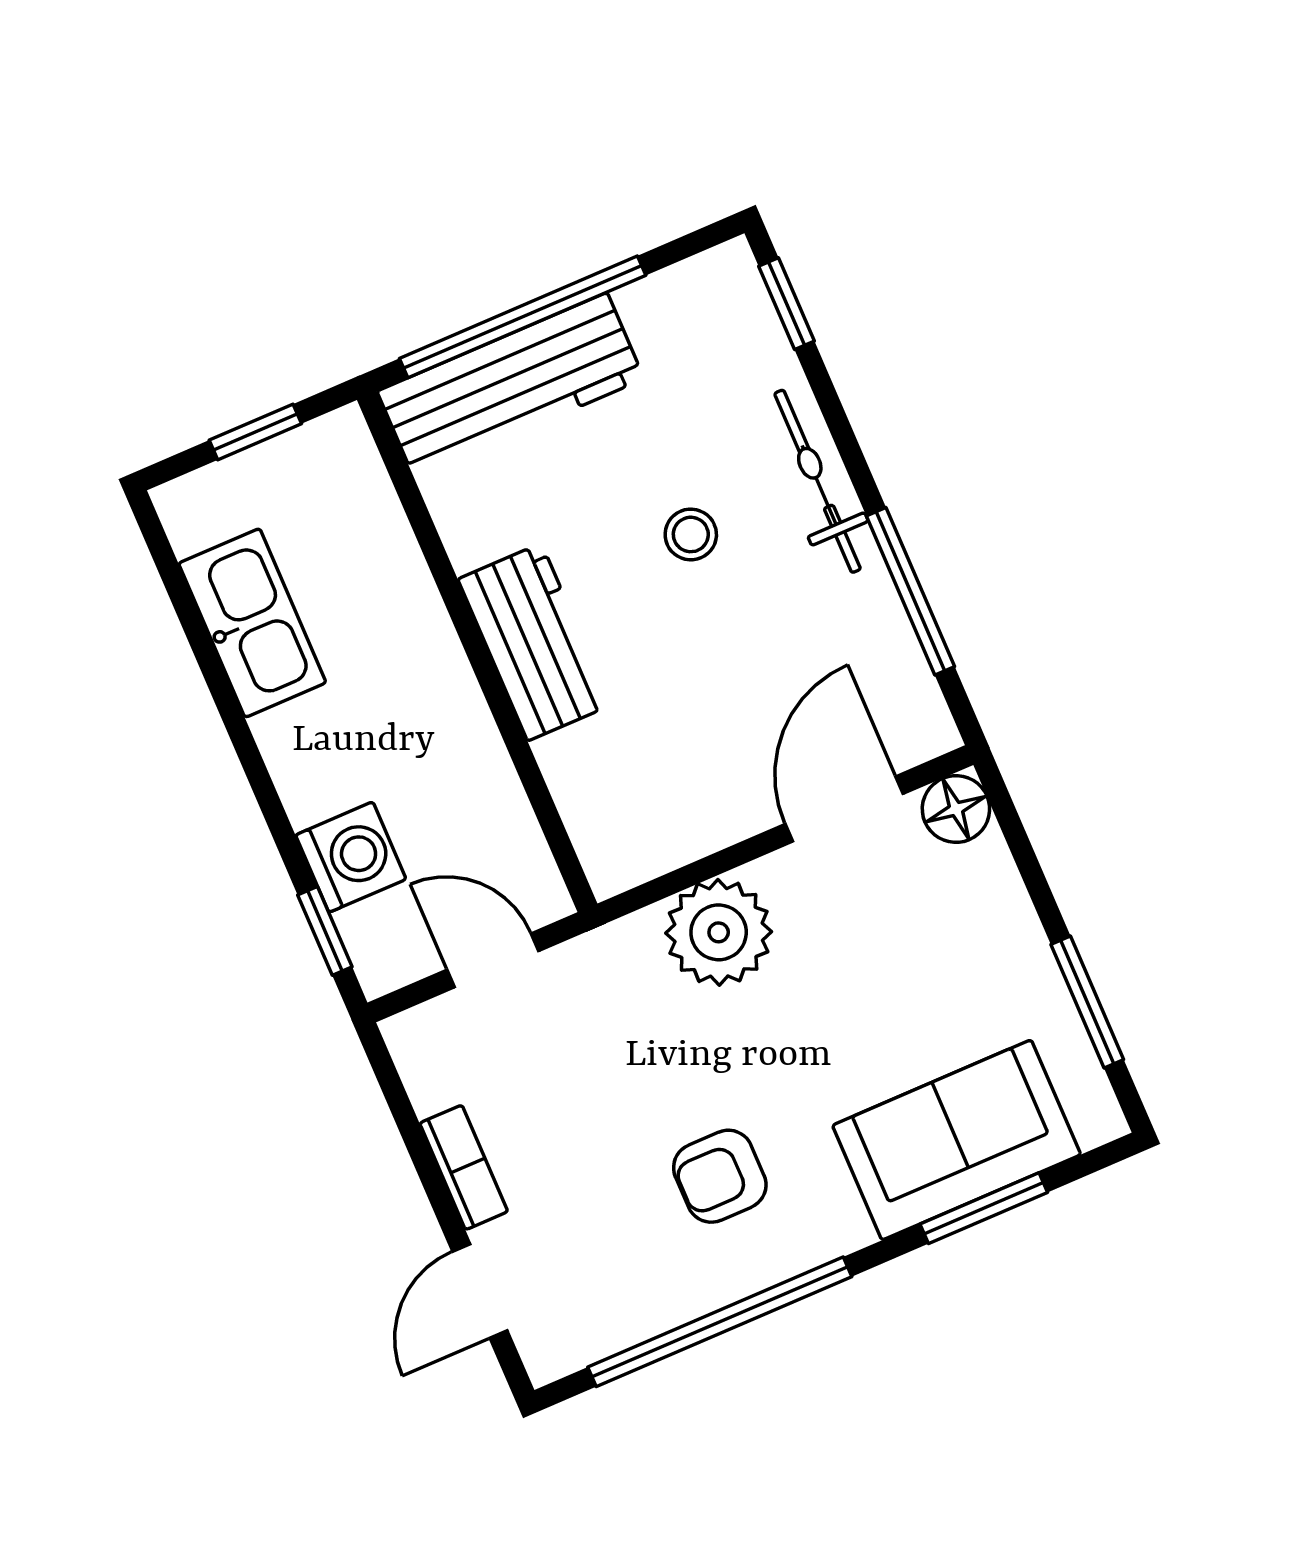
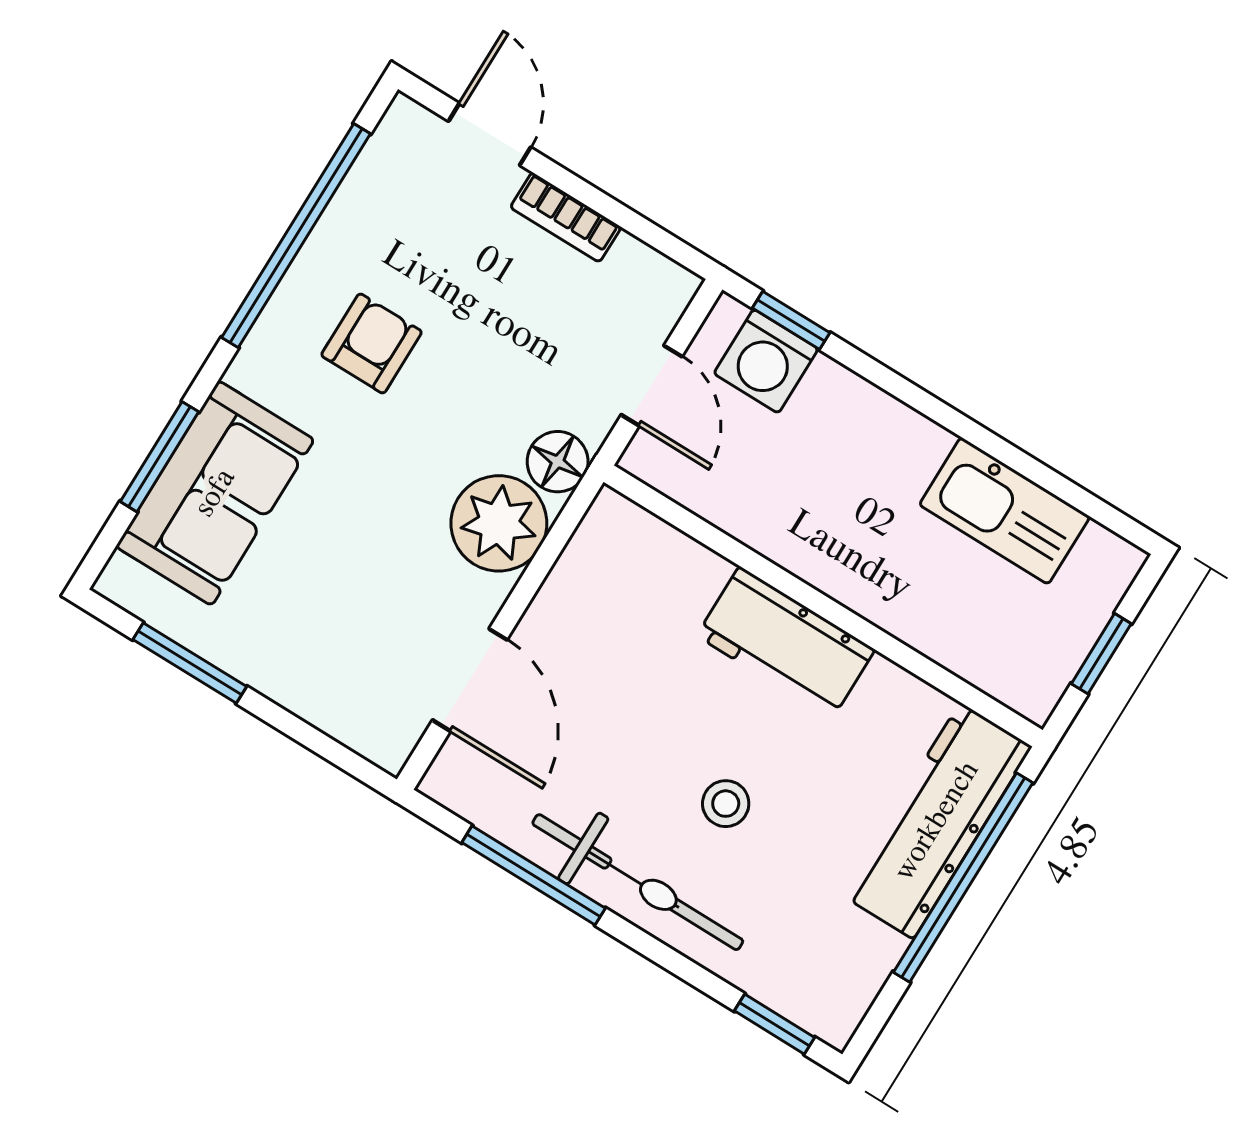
bicycle: (818, 481) -> (638, 882), width x1.37, depth x1.40
floor lamp: (956, 809) -> (558, 462), moved
washing machine: (351, 857) -> (766, 361), moved
door: (493, 960) -> (652, 386), hinge flipped

